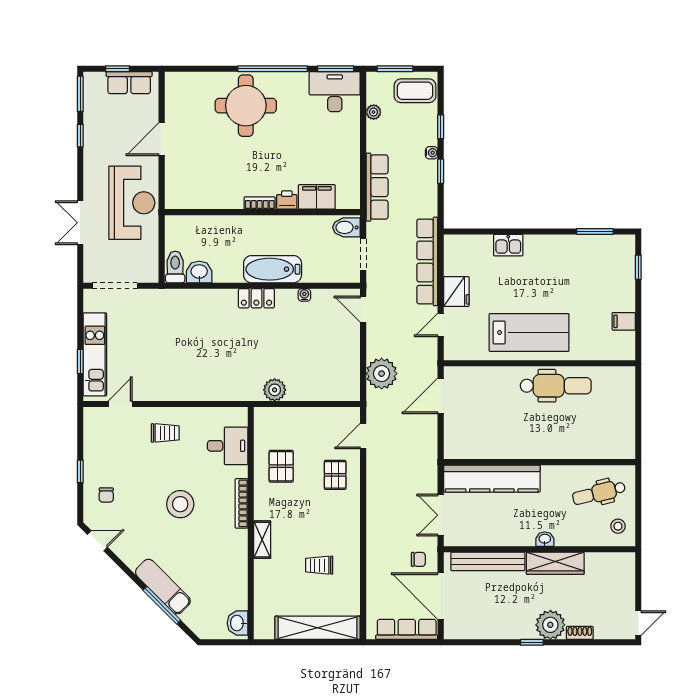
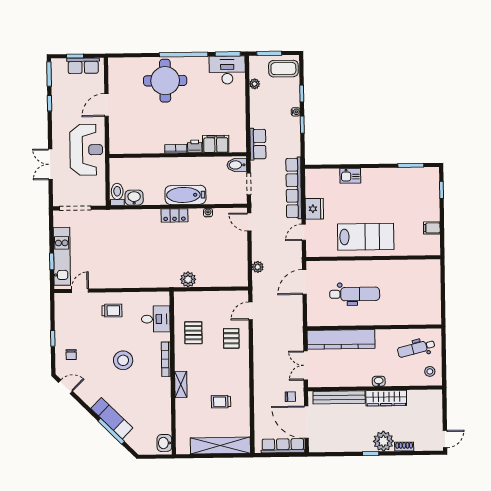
row of seats: (377, 187) -> (258, 144), width x0.68
plant: (382, 374) -> (258, 267), width x0.53, depth x0.53
dental chair: (556, 386) -> (355, 294), moved

